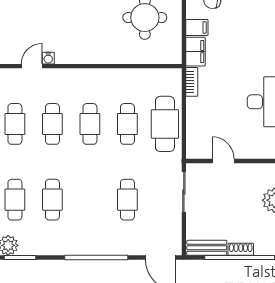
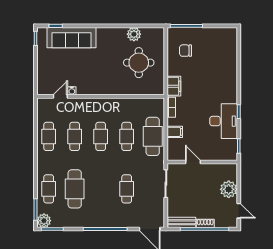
filing cabinet: (197, 28) -> (175, 132), moved
cafe table: (52, 200) -> (75, 189), width x1.37, depth x1.35

